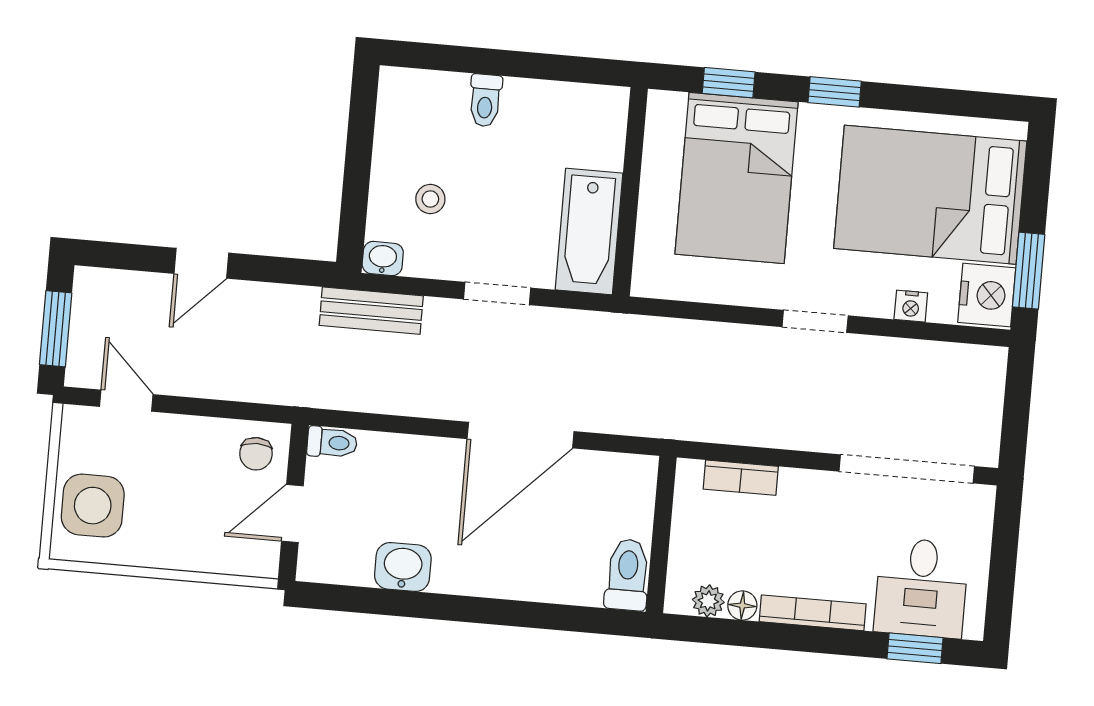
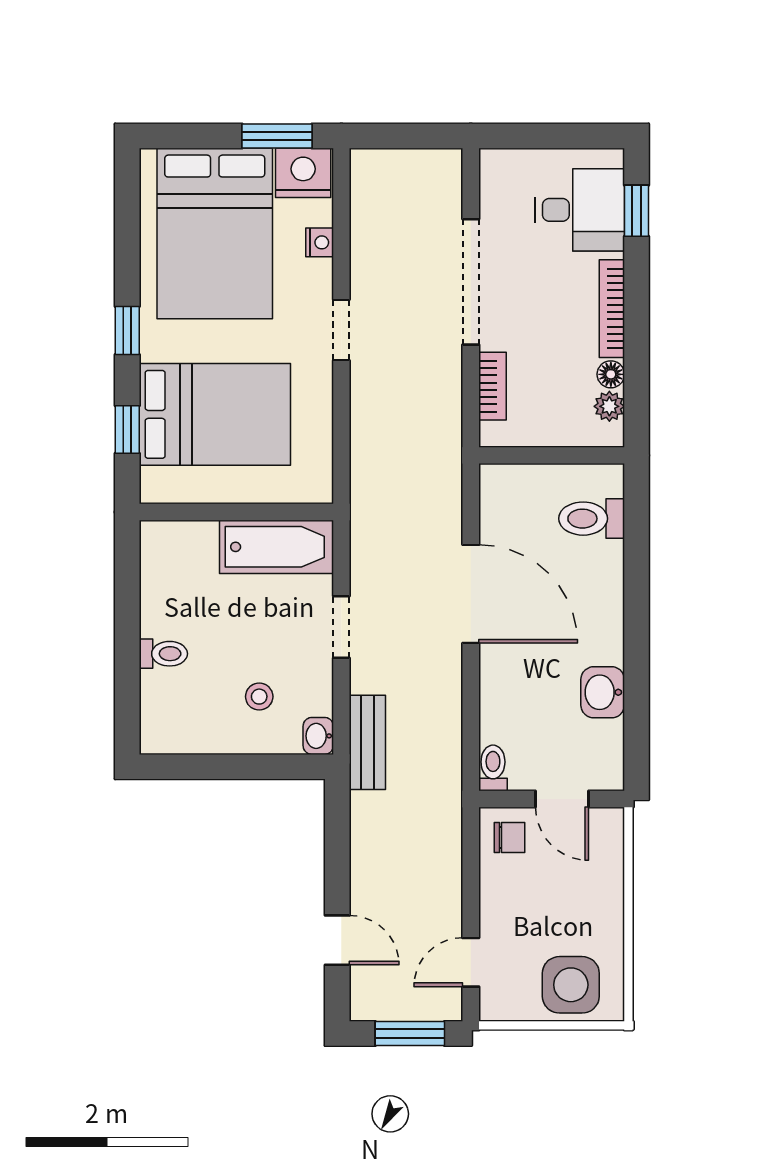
door: (201, 263) -> (337, 940), moved
doorway: (907, 469) -> (471, 282), moved
toilet: (627, 575) -> (592, 519), moved

